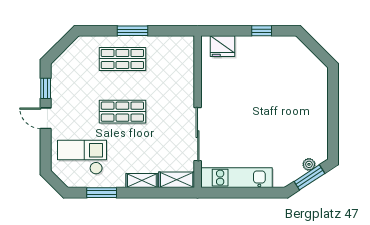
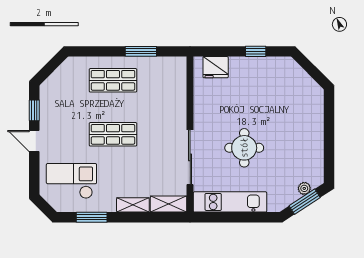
window: (132, 31) -> (141, 51), moved
round table: (250, 125) -> (244, 148), added

